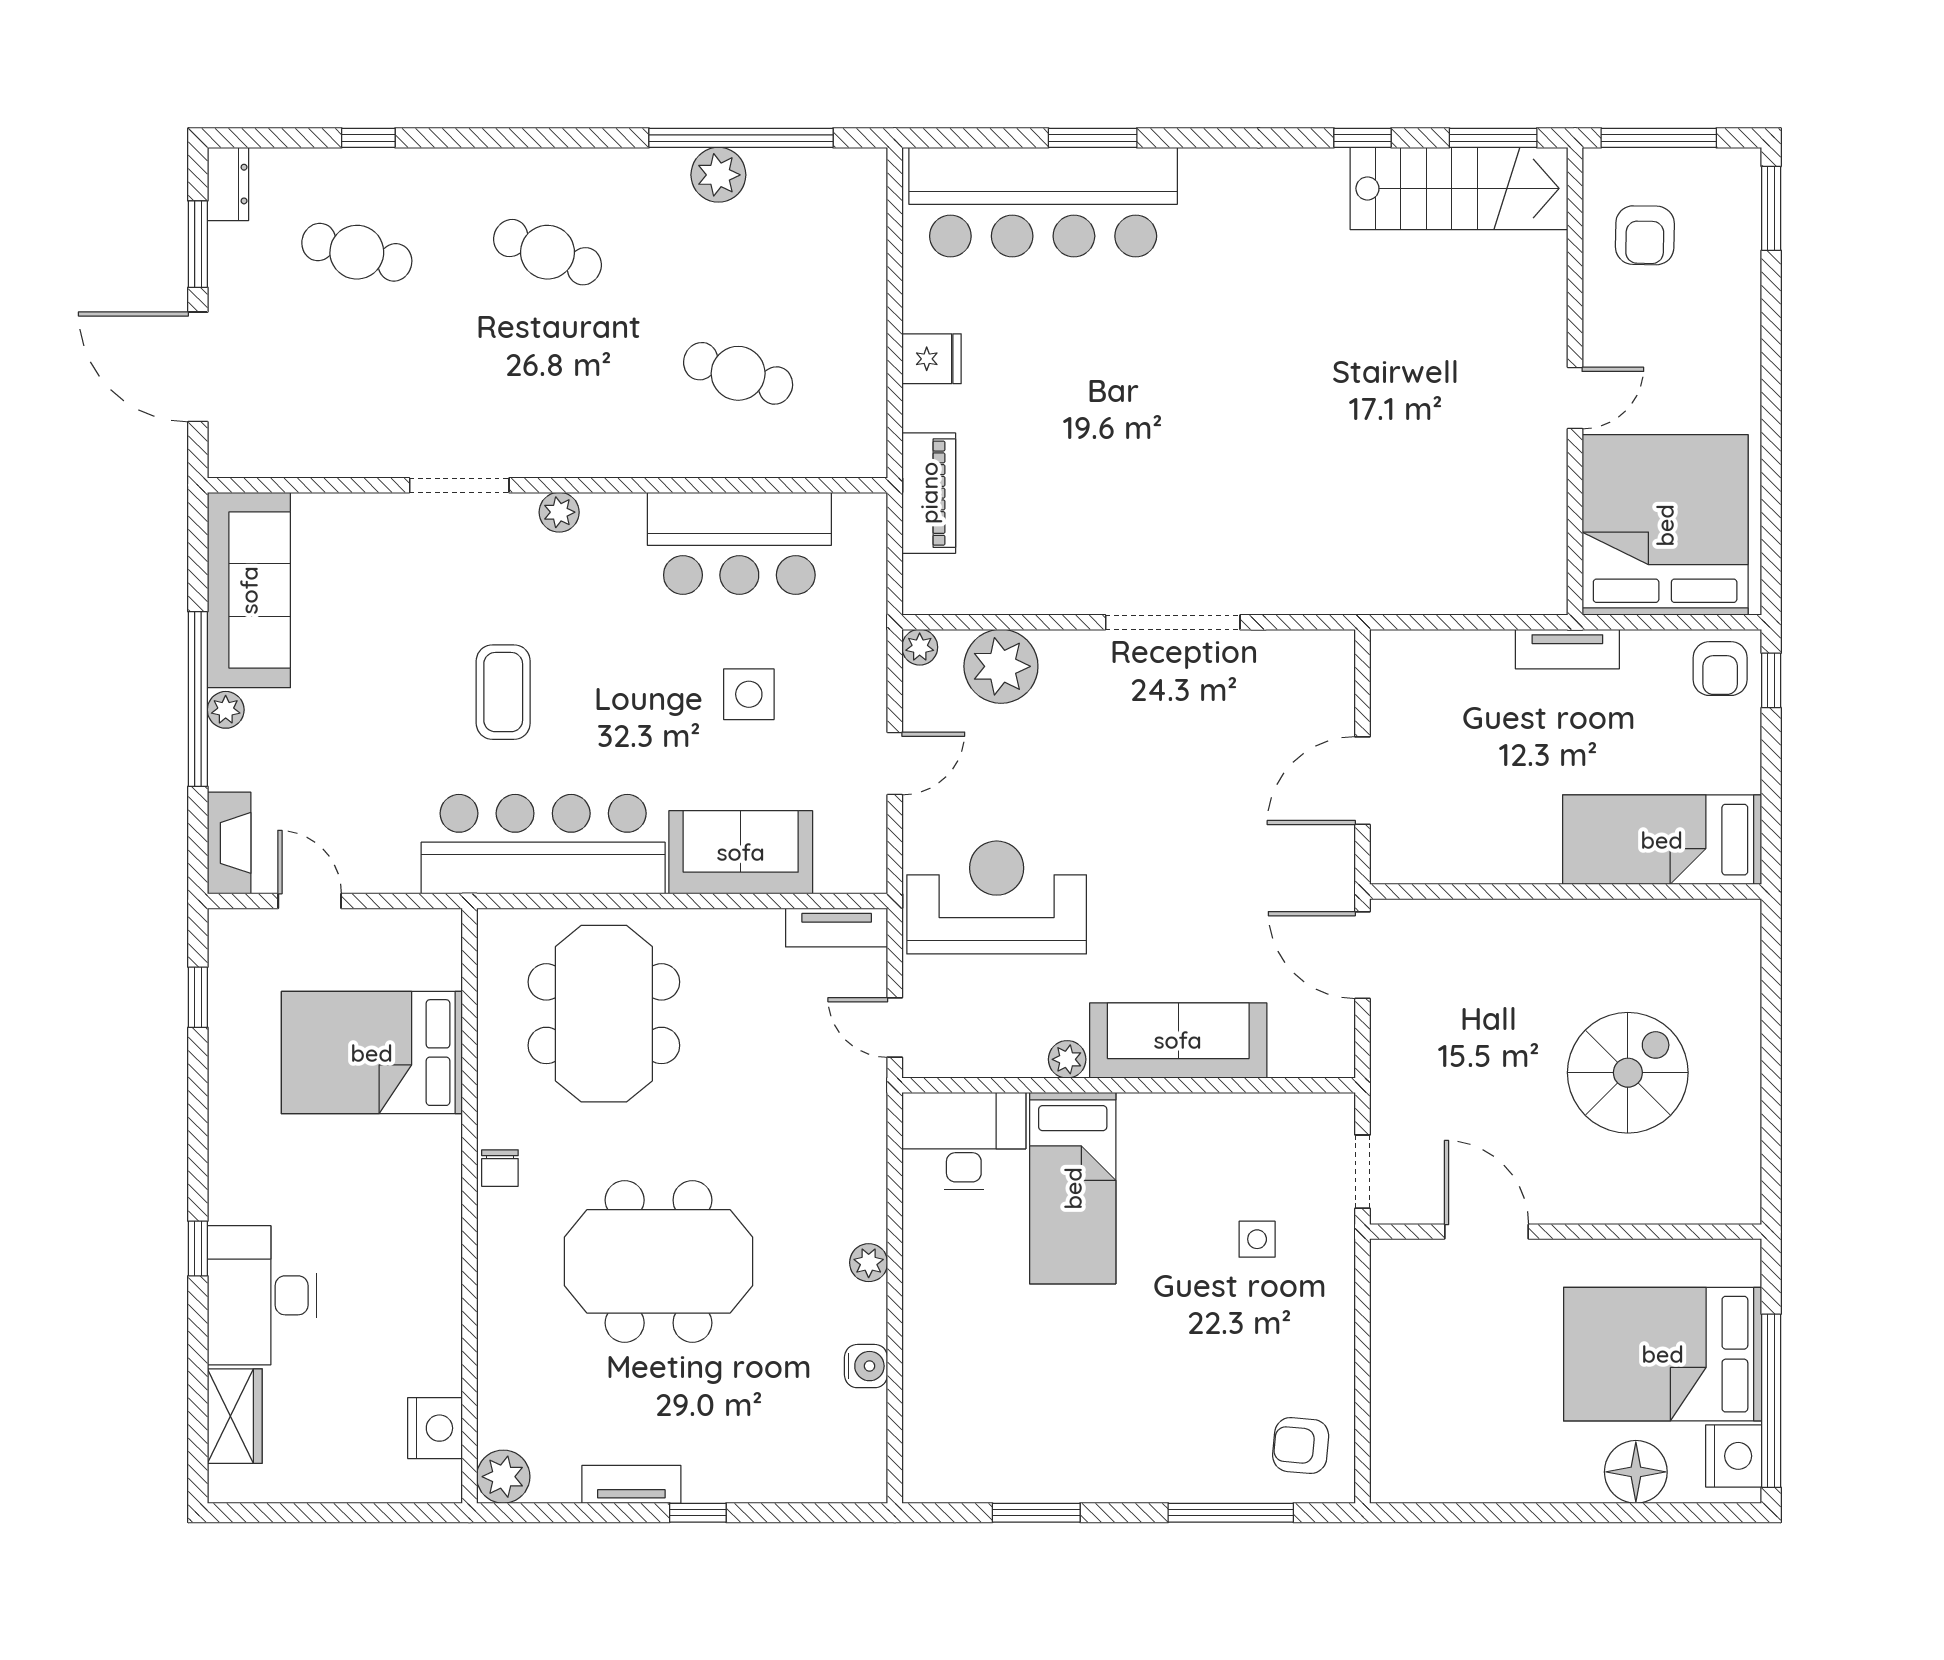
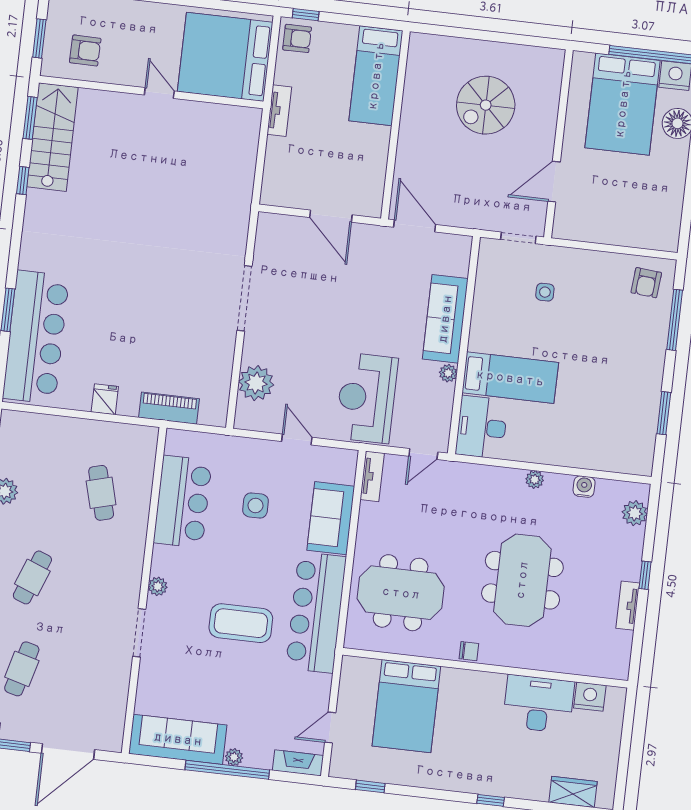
window: (1659, 138) -> (39, 38), width x0.69
cafe table: (738, 373) -> (101, 493), turned -33
plant: (920, 647) -> (242, 421), removed
coffee table: (503, 692) -> (241, 623), width x1.36, depth x1.32
door: (1362, 955) -> (415, 226), swing flipped
spiral stairs: (1628, 1073) -> (486, 105), turned -90
desk: (262, 1295) -> (539, 704), moved, turned 180
plant: (503, 1477) -> (635, 513), moved

